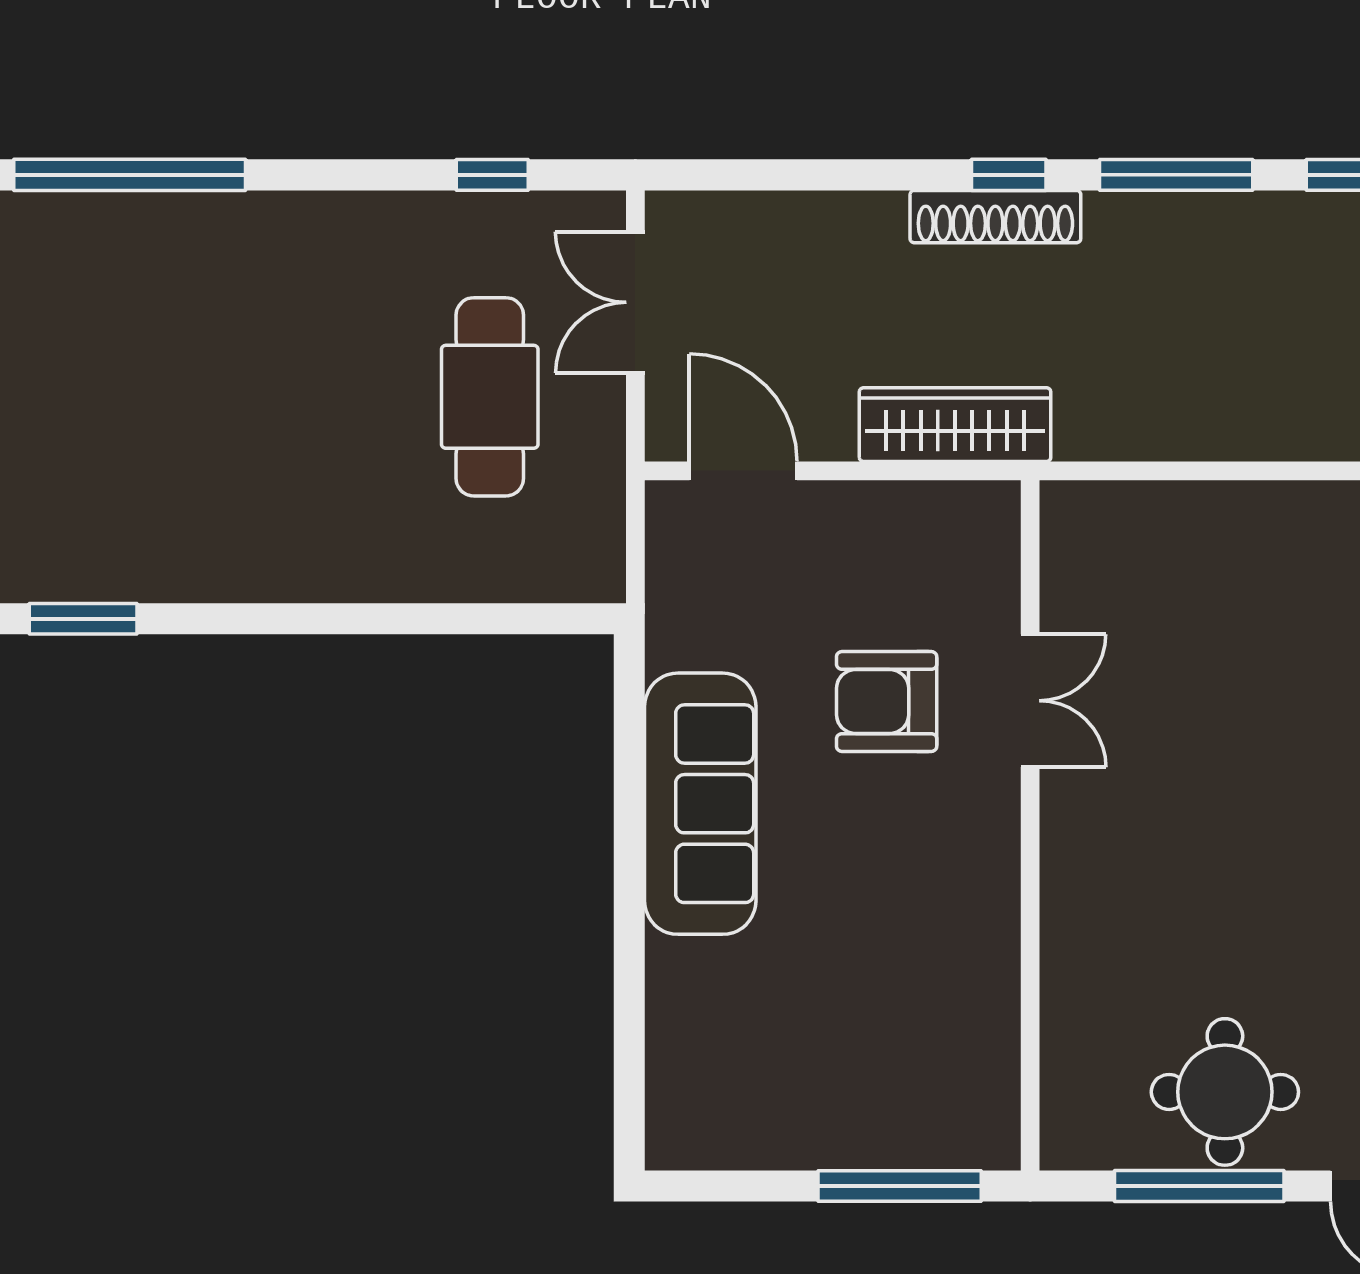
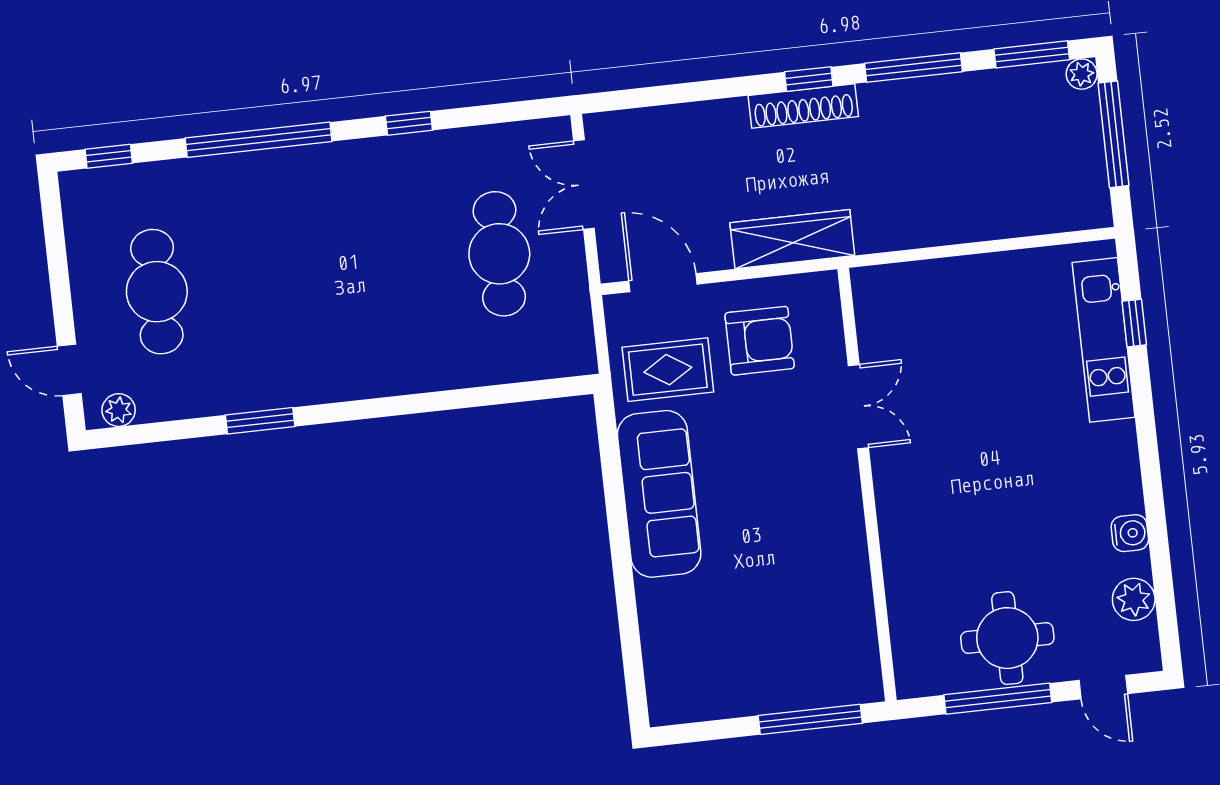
window: (492, 175) -> (409, 123), moved
rug: (736, 609) -> (668, 370), added
armchair: (887, 701) -> (760, 341), moved, turned 180

